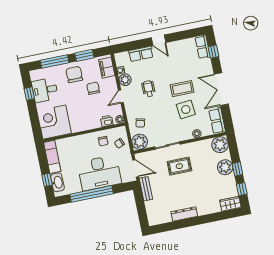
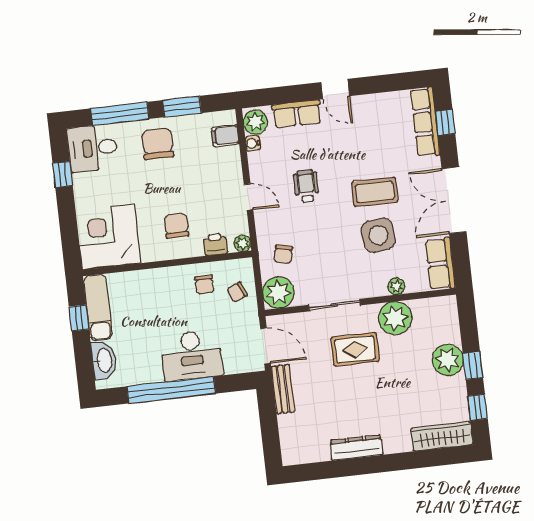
row of seats: (203, 47) -> (425, 122), width x1.48
filing cabinet: (107, 68) -> (225, 136), width x0.50
plant: (125, 80) -> (255, 122), moved
chair: (93, 88) -> (176, 226), moved
desk: (45, 90) -> (93, 148), moved
door: (121, 97) -> (249, 197), swing flipped
plant: (220, 145) -> (395, 318), moved
desk: (99, 173) -> (192, 355), width x0.73, depth x0.77
window: (47, 180) -> (79, 318), moved
wardrobe: (230, 204) -> (442, 436), width x1.50

